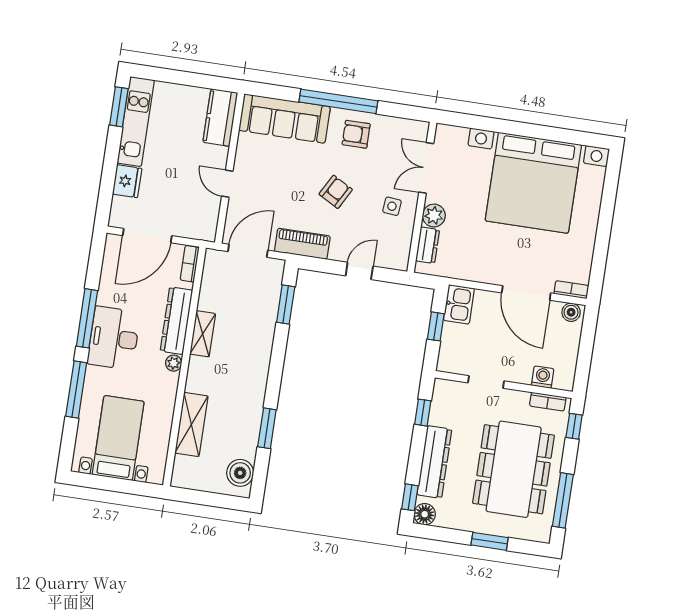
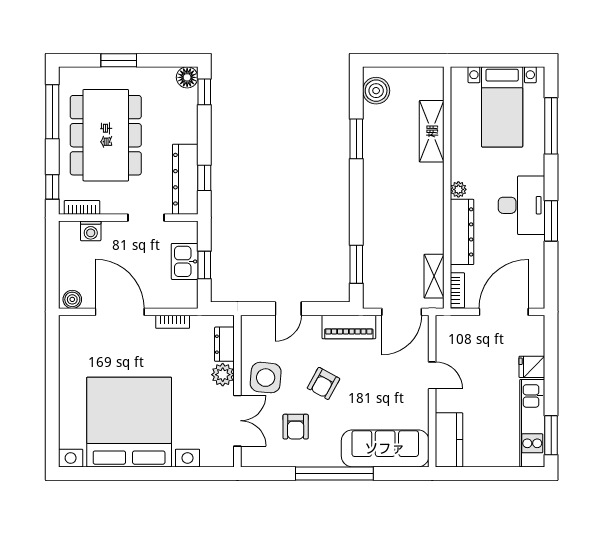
armchair: (356, 134) -> (296, 427), moved, turned 90
fridge: (127, 181) -> (532, 367), width x0.72
side table: (392, 206) -> (266, 378), width x1.87, depth x1.87
bookcase: (571, 290) -> (173, 322), moved
kitchen sink: (459, 304) -> (185, 261), moved
window: (87, 318) -> (551, 221), width x0.69
shelving: (203, 334) -> (434, 276), moved
window: (76, 390) -> (551, 126), moved
dresser: (434, 462) -> (185, 179), moved

